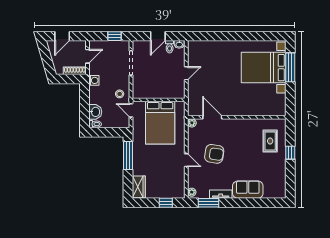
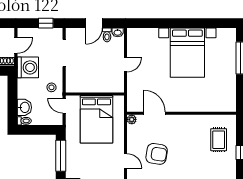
bed with nightstands: (264, 68) -> (187, 53), moved, turned -90
washing machine: (94, 80) -> (28, 67), width x1.89, depth x1.89

